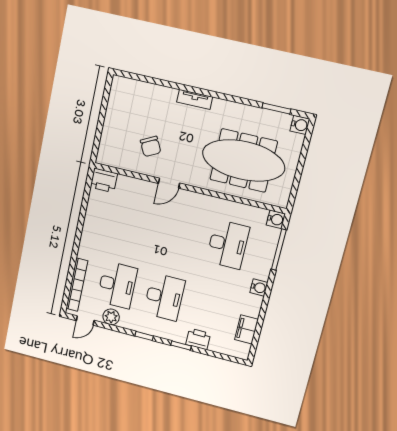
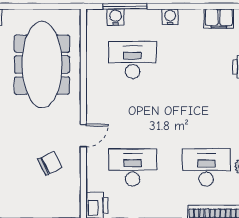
door: (169, 183) -> (83, 136), hinge flipped
water cooler: (276, 219) -> (116, 17), moved
desk: (164, 297) -> (132, 167), moved

